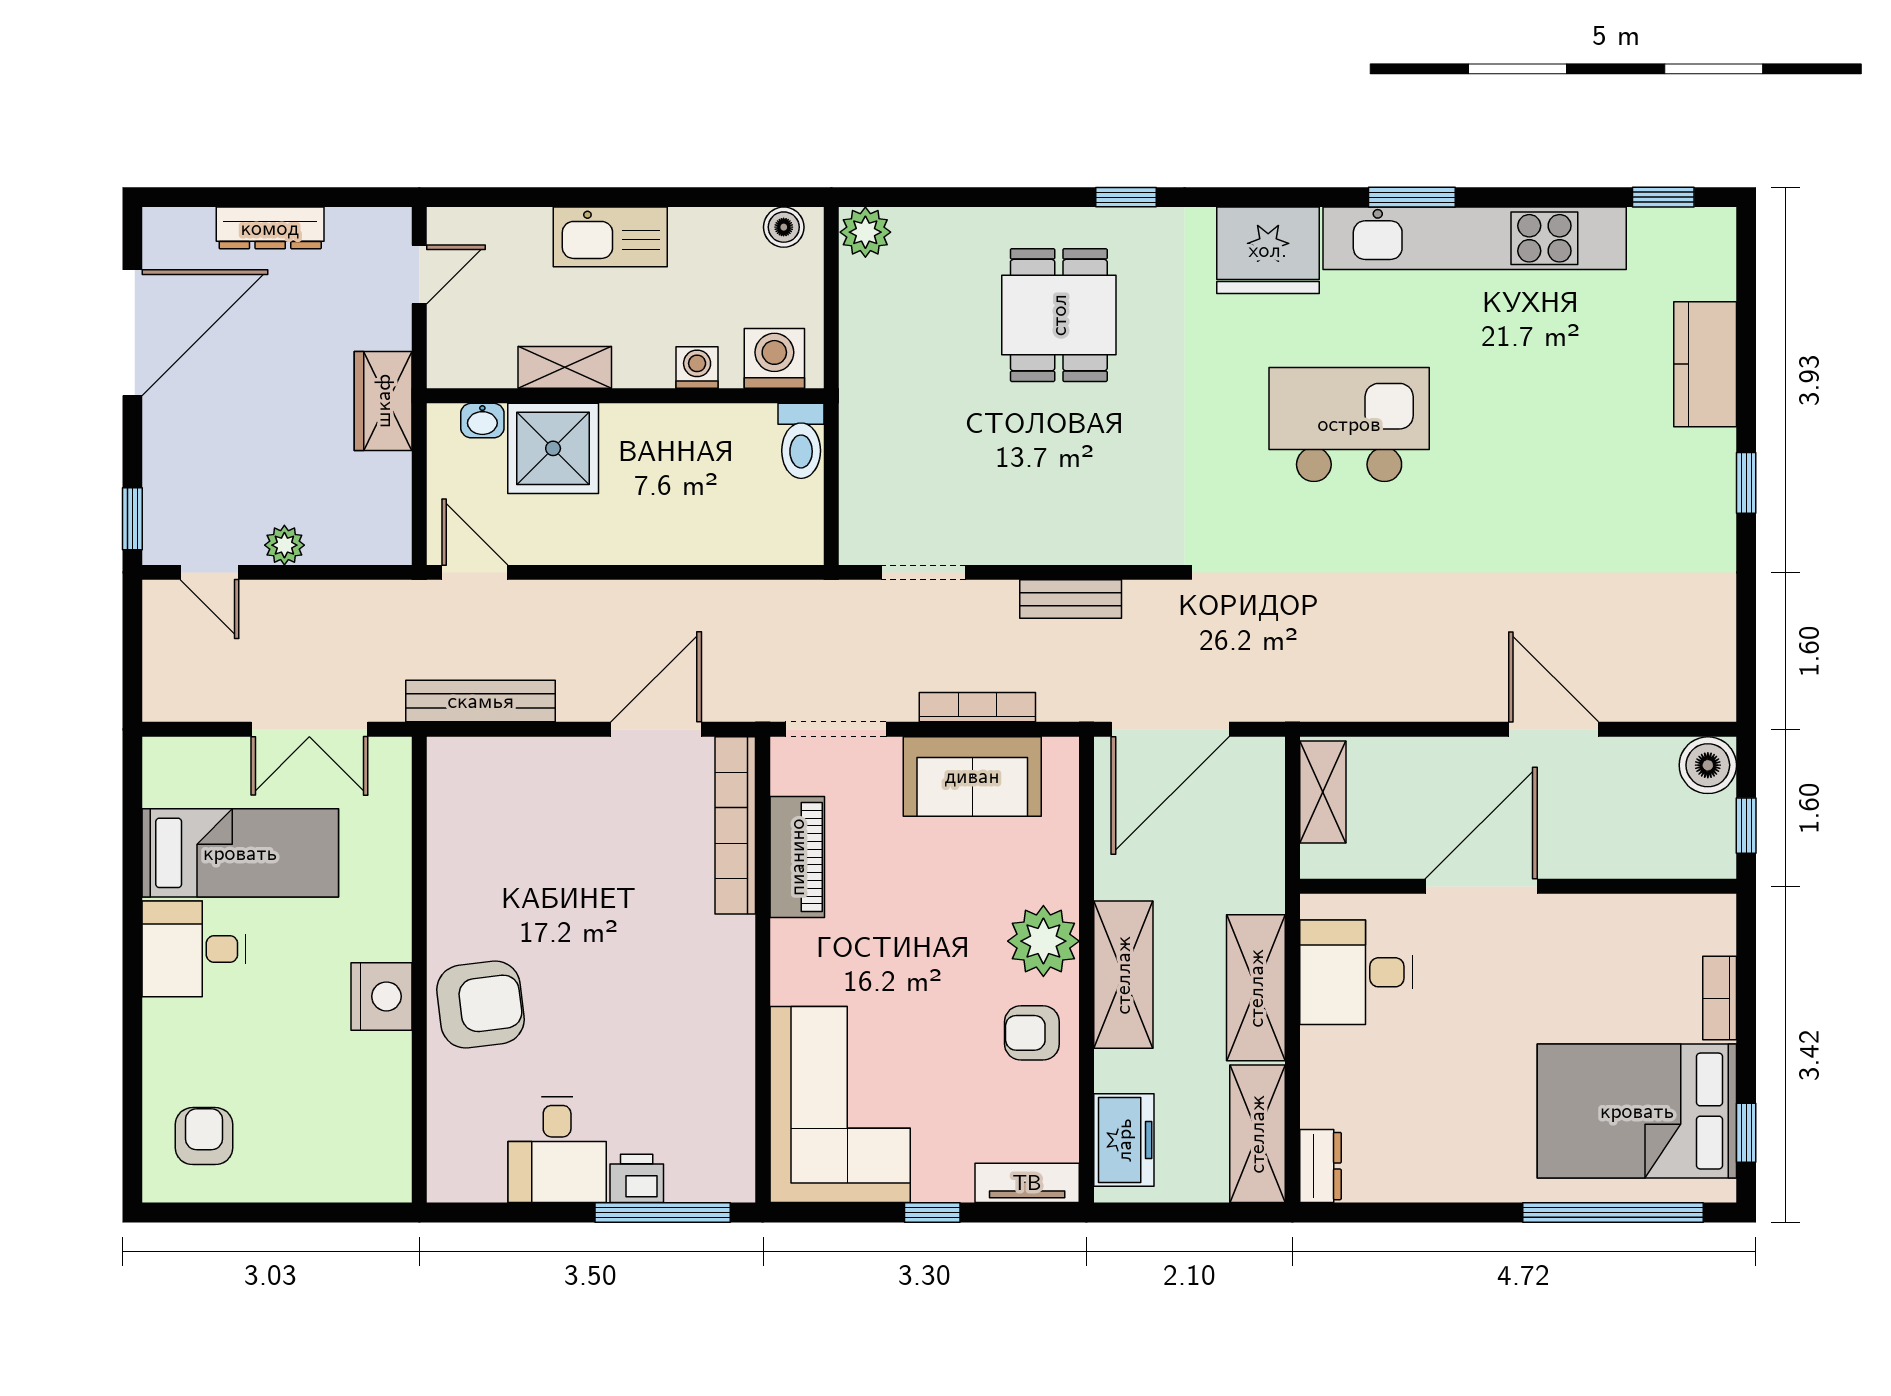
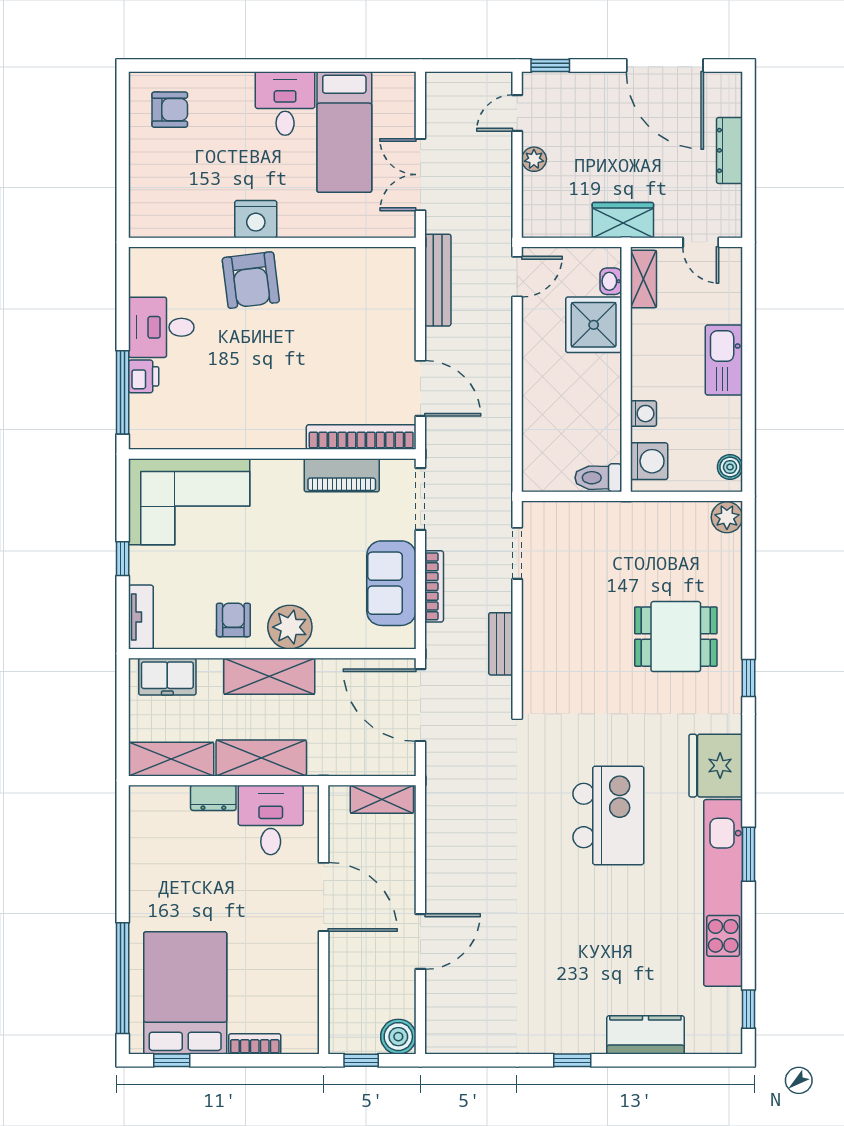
shelving: (565, 367) -> (644, 279), moved
dresser: (1320, 1166) -> (213, 798), moved

